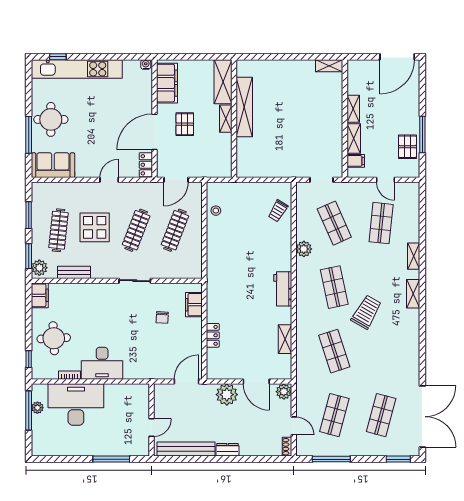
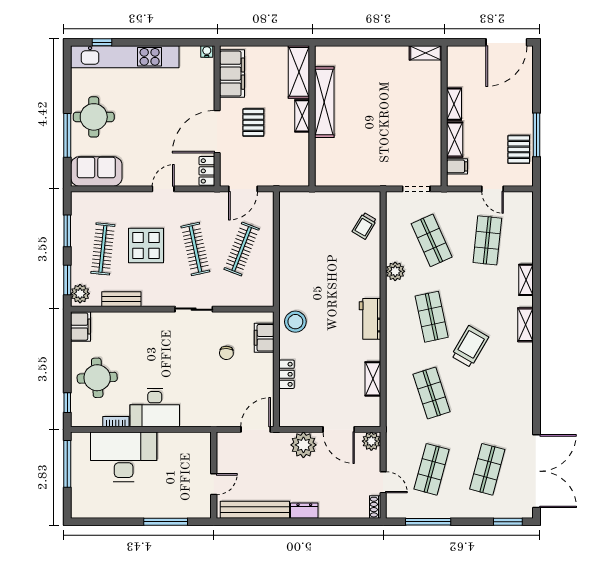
stool: (216, 211) -> (295, 322), moved, width x1.89, depth x1.89
clothes rail: (136, 230) -> (195, 249), turned -33
plant: (37, 408) -> (78, 460), removed

